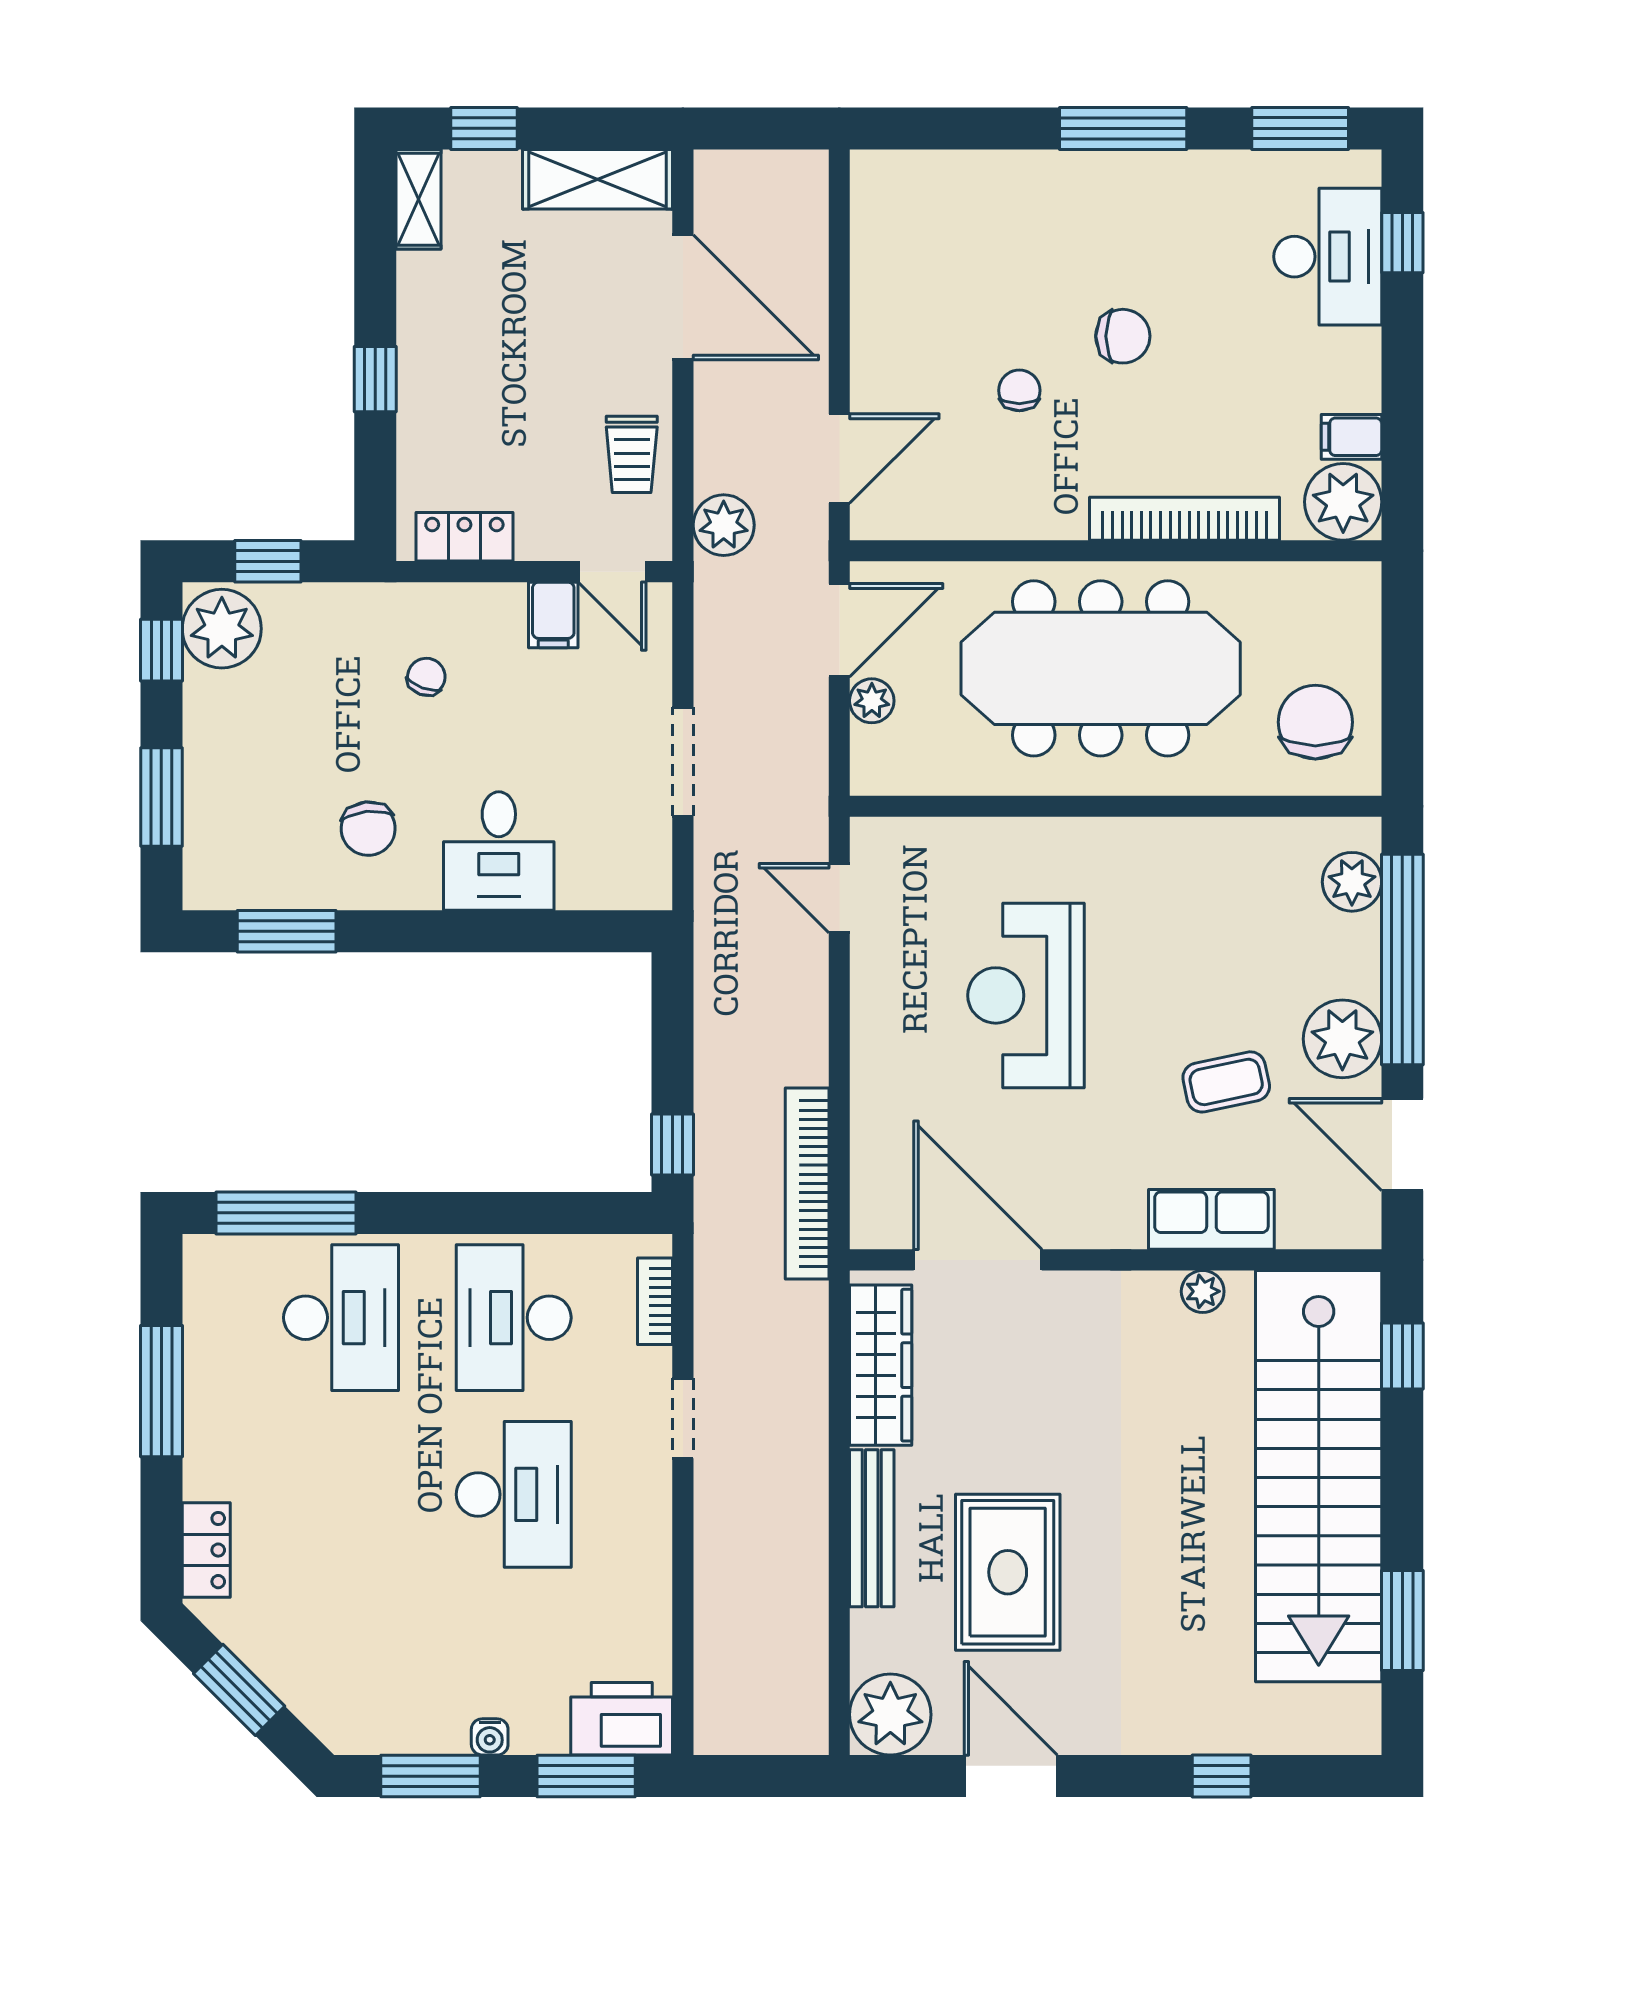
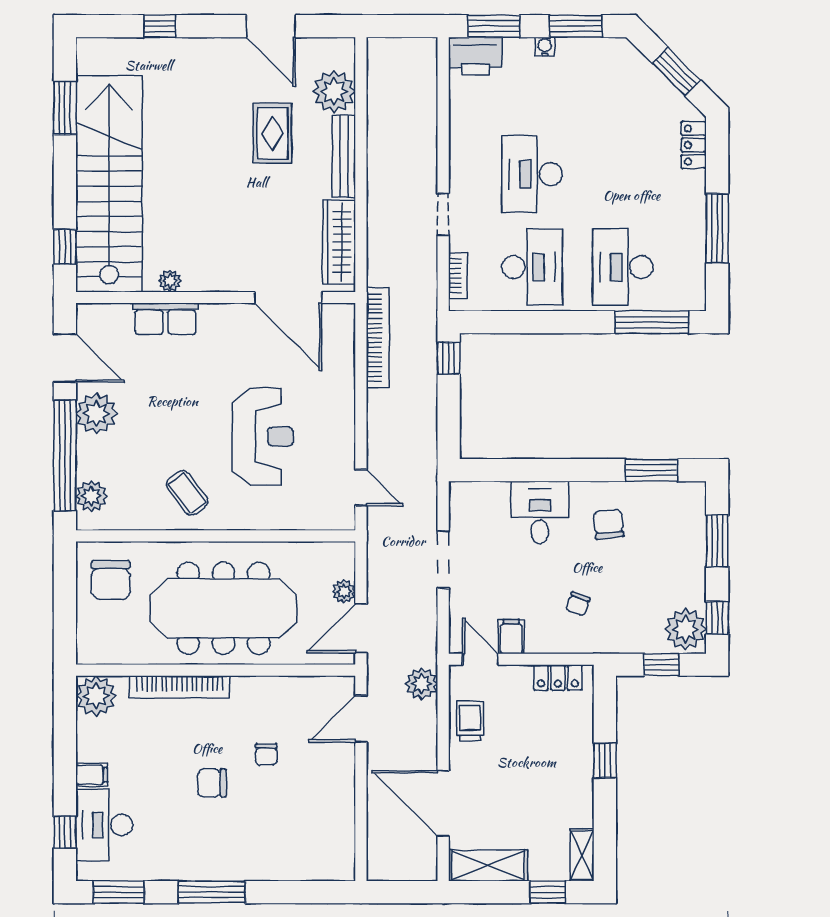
filing cabinet: (1351, 437) -> (92, 775), moved
coffee table: (1226, 1082) -> (187, 493), moved, turned 65
rug: (1008, 1572) -> (272, 133), width x0.73, depth x0.70
plant: (890, 1715) -> (334, 91), moved

